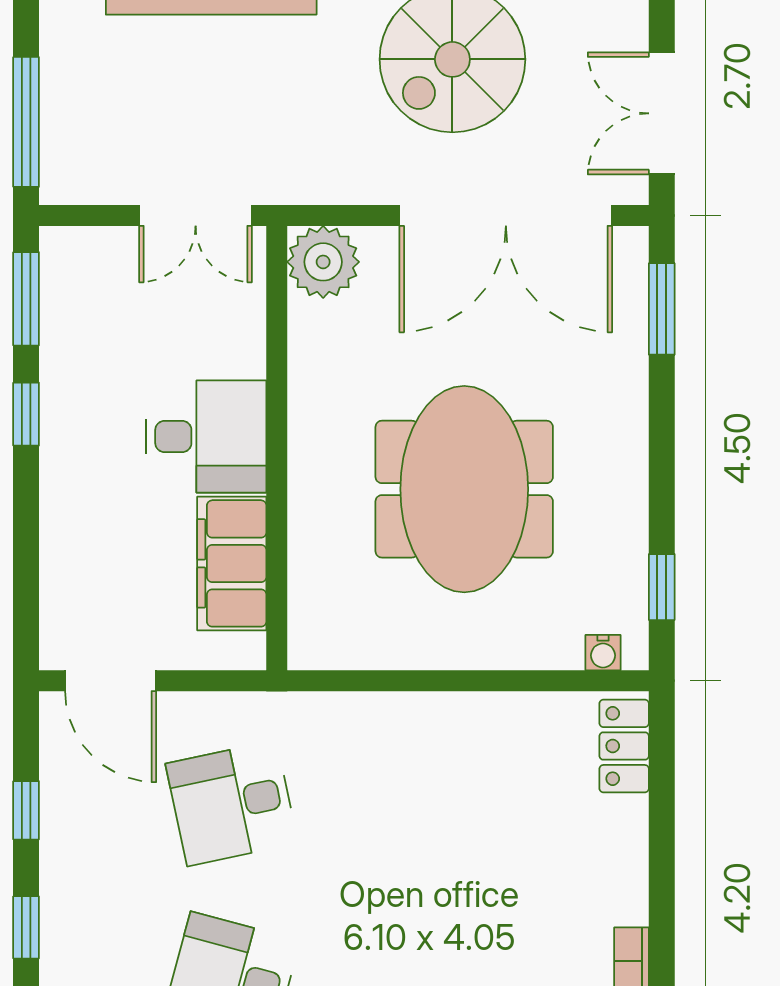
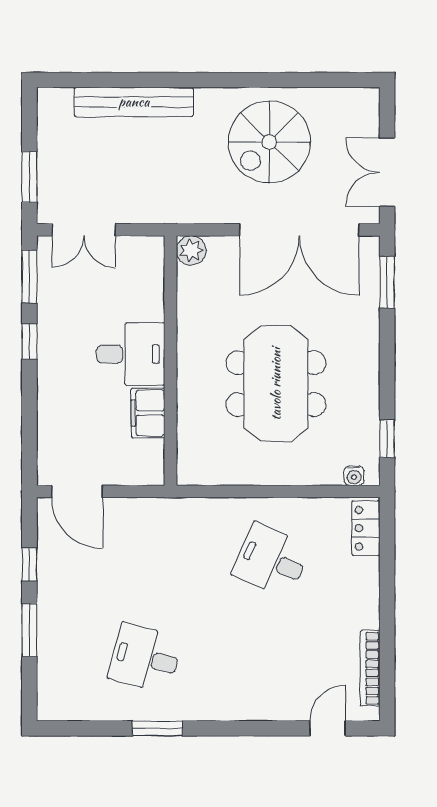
window: (26, 122) -> (29, 177), width x0.69
double door: (196, 216) -> (84, 230), moved
plant: (323, 262) -> (191, 250), width x0.73, depth x0.73
filing cabinet: (232, 563) -> (148, 413), width x0.67, depth x0.86
desk: (232, 803) -> (271, 560), moved, turned 36
window: (26, 927) -> (29, 630), width x1.50

